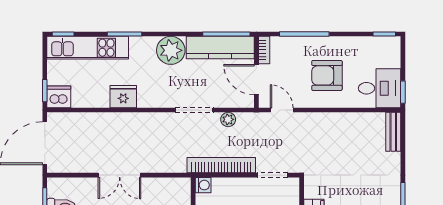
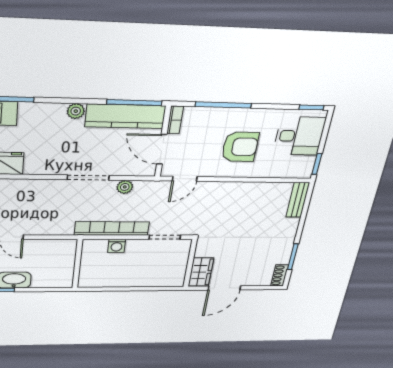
plant: (171, 50) -> (76, 111), width x0.53, depth x0.53
armchair: (327, 75) -> (240, 147), turned 180
desk: (380, 88) -> (299, 136), moved
door: (282, 110) -> (185, 179), swing flipped
washing machine: (203, 185) -> (117, 246), moved, turned 90

